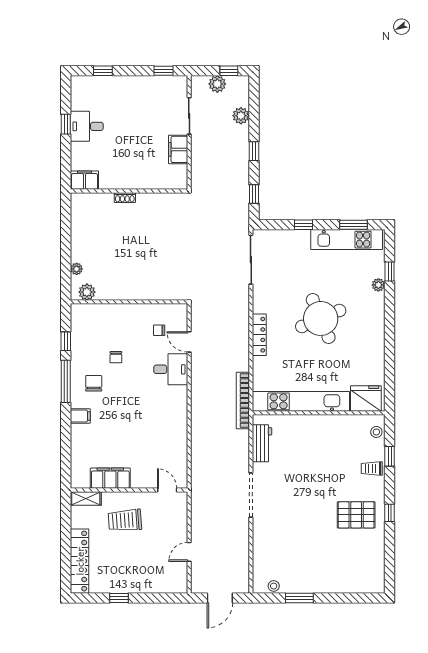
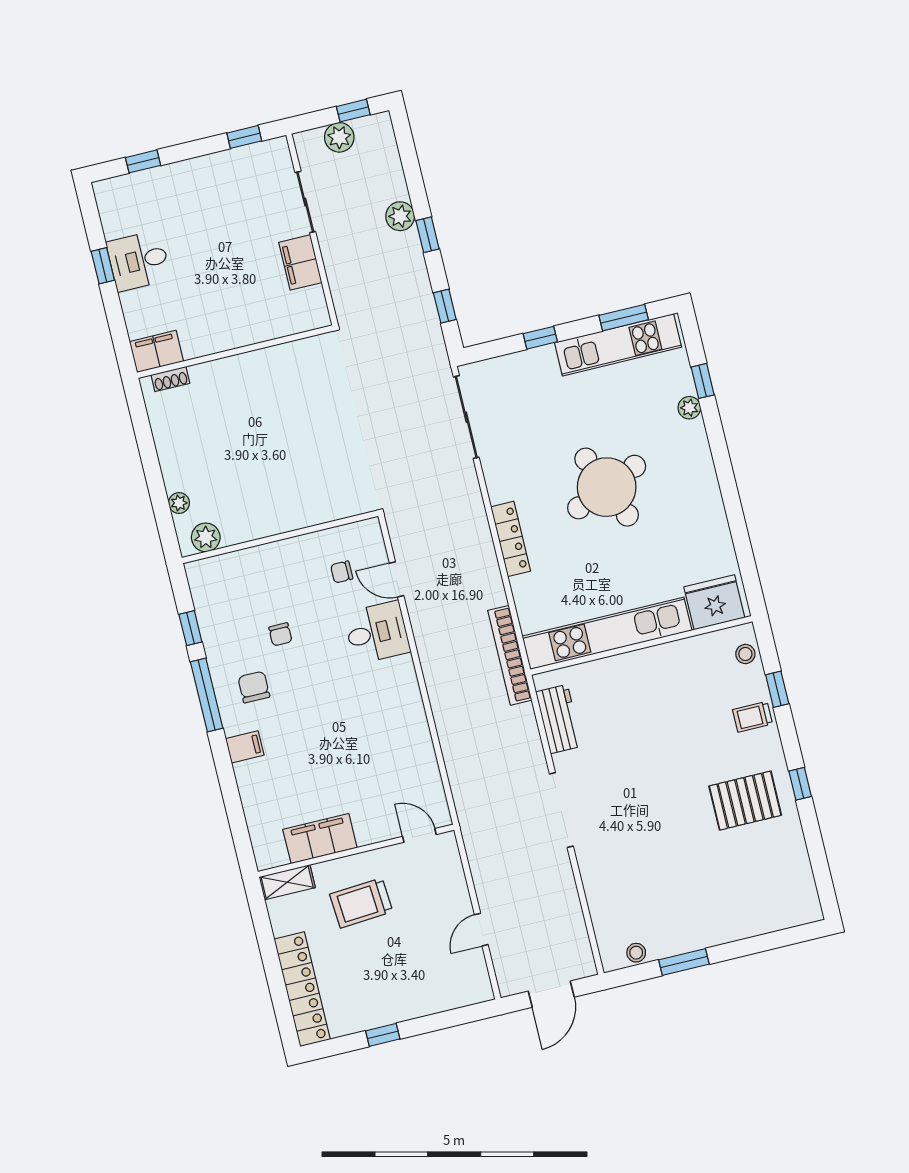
plant: (241, 116) -> (400, 216), moved
shoe rack: (125, 198) -> (170, 379), moved

